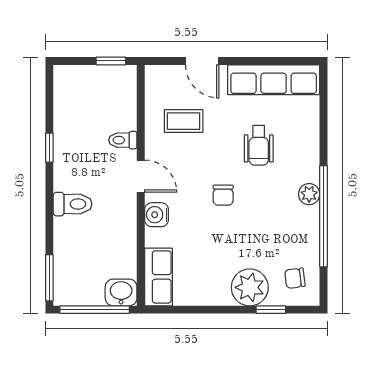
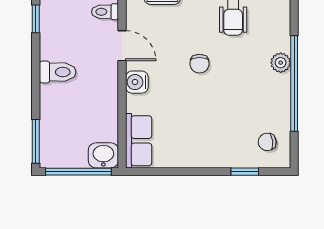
plant: (250, 287) -> (225, 151), removed

